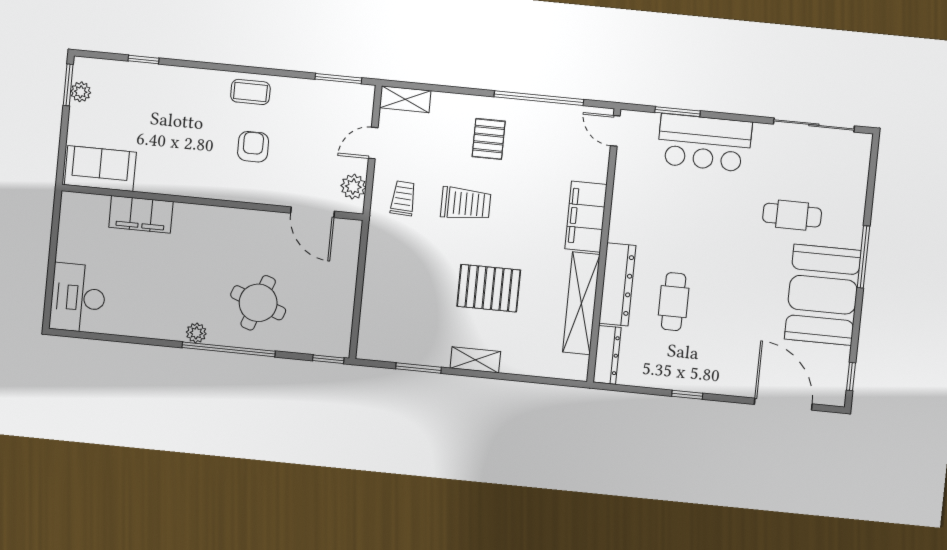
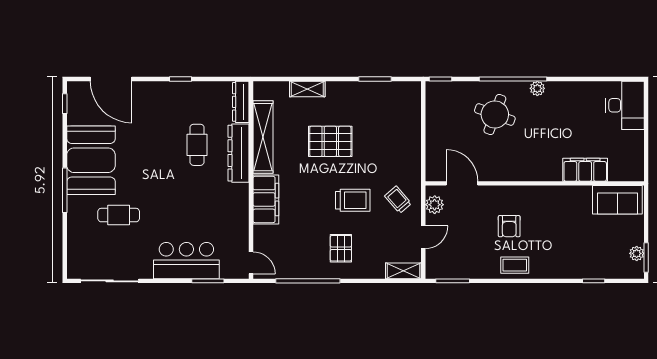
trolley: (403, 198) -> (398, 200), turned 136
trolley: (466, 204) -> (353, 200), turned 180
shelving: (475, 360) -> (307, 89), moved

